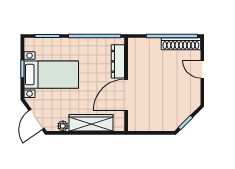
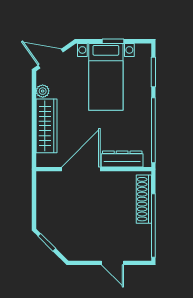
shoe rack: (181, 44) -> (144, 199), moved
door: (202, 69) -> (113, 263), swing flipped
door: (126, 95) -> (81, 169), hinge flipped

